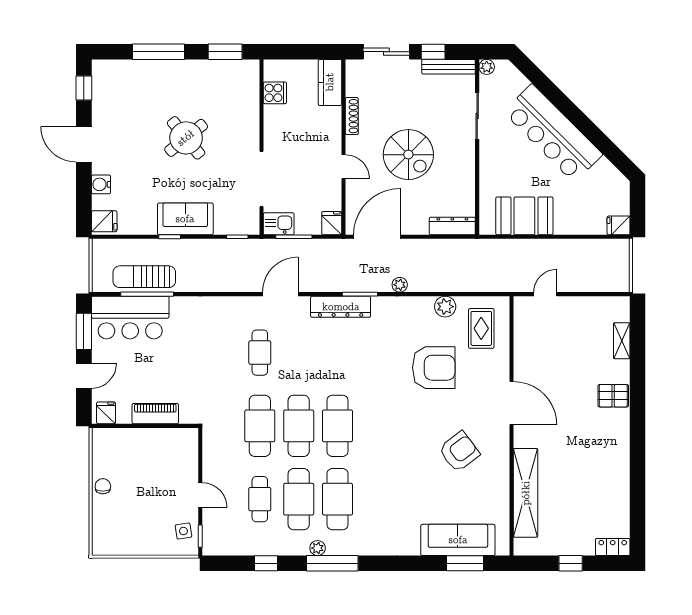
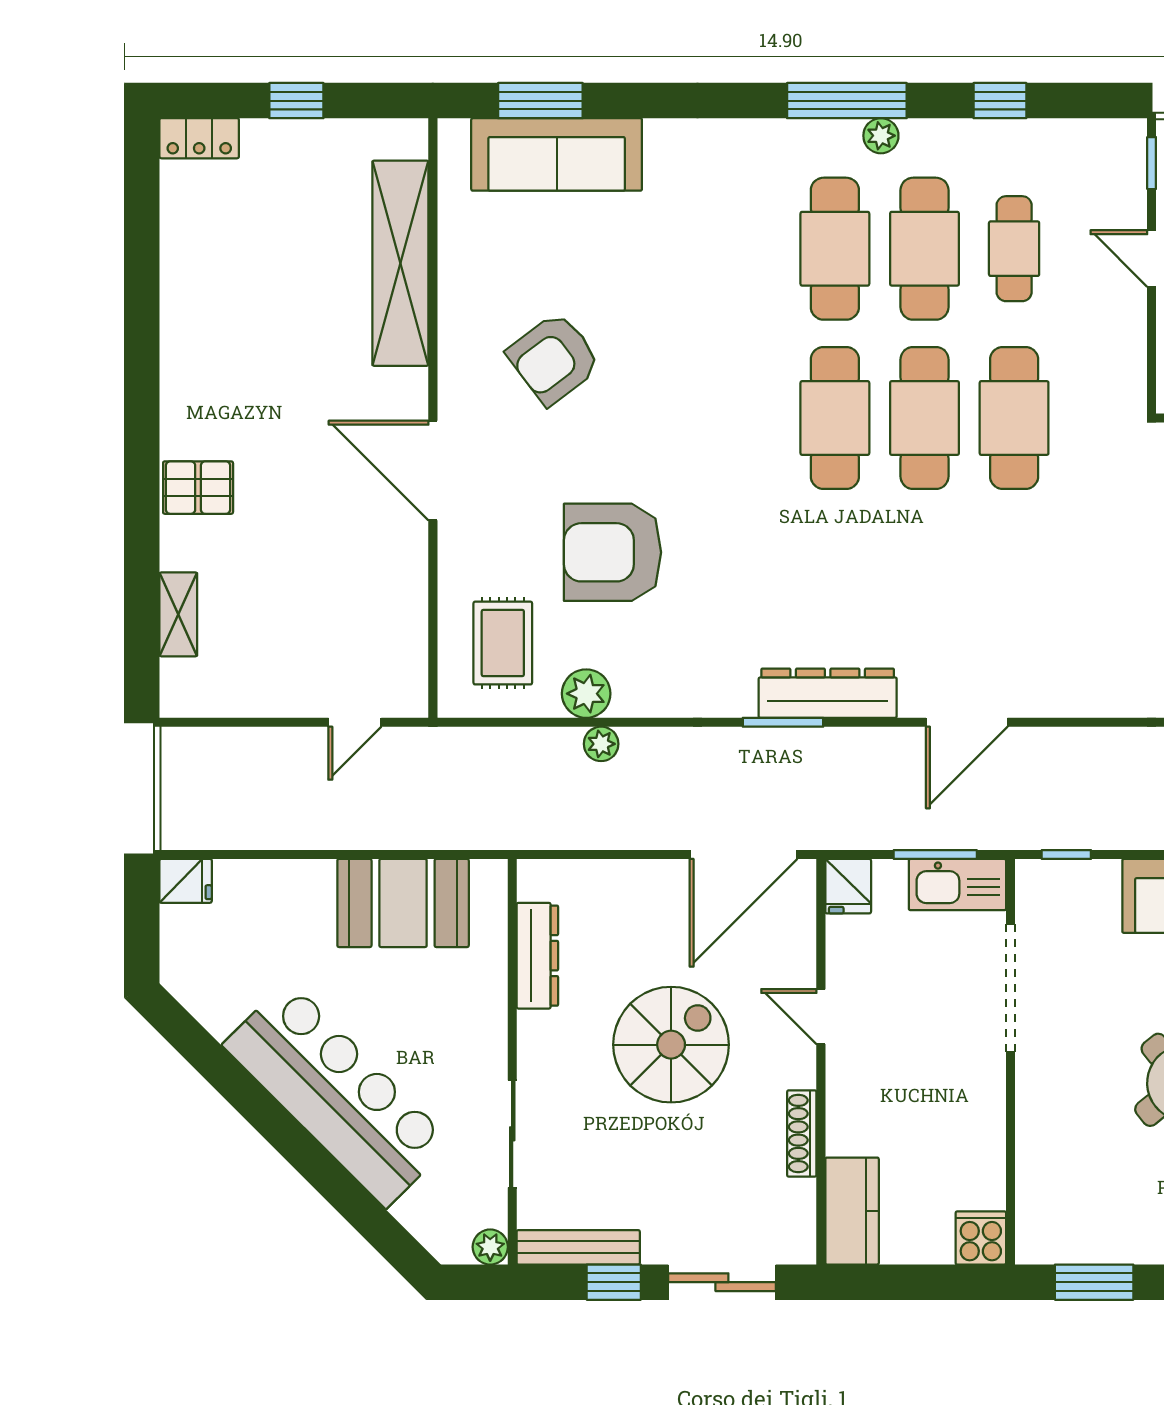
cooker: (275, 93) -> (981, 1238), moved, turned 90
spiral stairs: (408, 155) -> (671, 1045), turned 90
kitchen sink: (279, 224) -> (957, 885), width x1.38
dresser: (452, 226) -> (537, 956), moved, turned -90
plant: (400, 285) -> (601, 744), moved
cafe table: (260, 353) -> (1014, 587), removed

